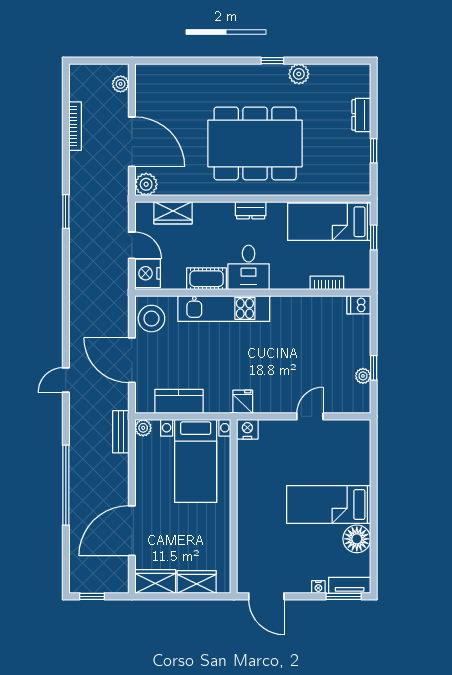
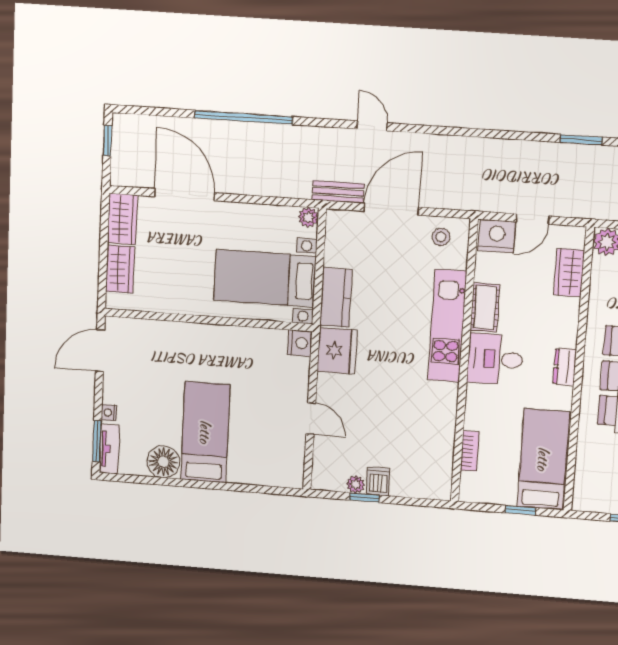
dishwasher: (359, 305) -> (378, 481), moved
stool: (151, 319) -> (441, 237), width x0.53, depth x0.53
kitchen counter: (179, 401) -> (336, 297), moved
fridge: (243, 402) -> (337, 351), width x1.88, depth x1.34
bench: (121, 432) -> (338, 192), moved

